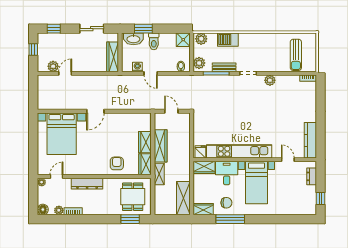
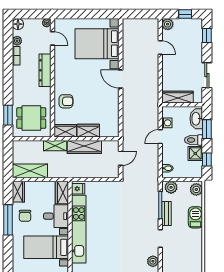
window: (172, 29) -> (207, 160), added
shower: (183, 40) -> (195, 153), moved
plant: (53, 66) -> (168, 24), moved

